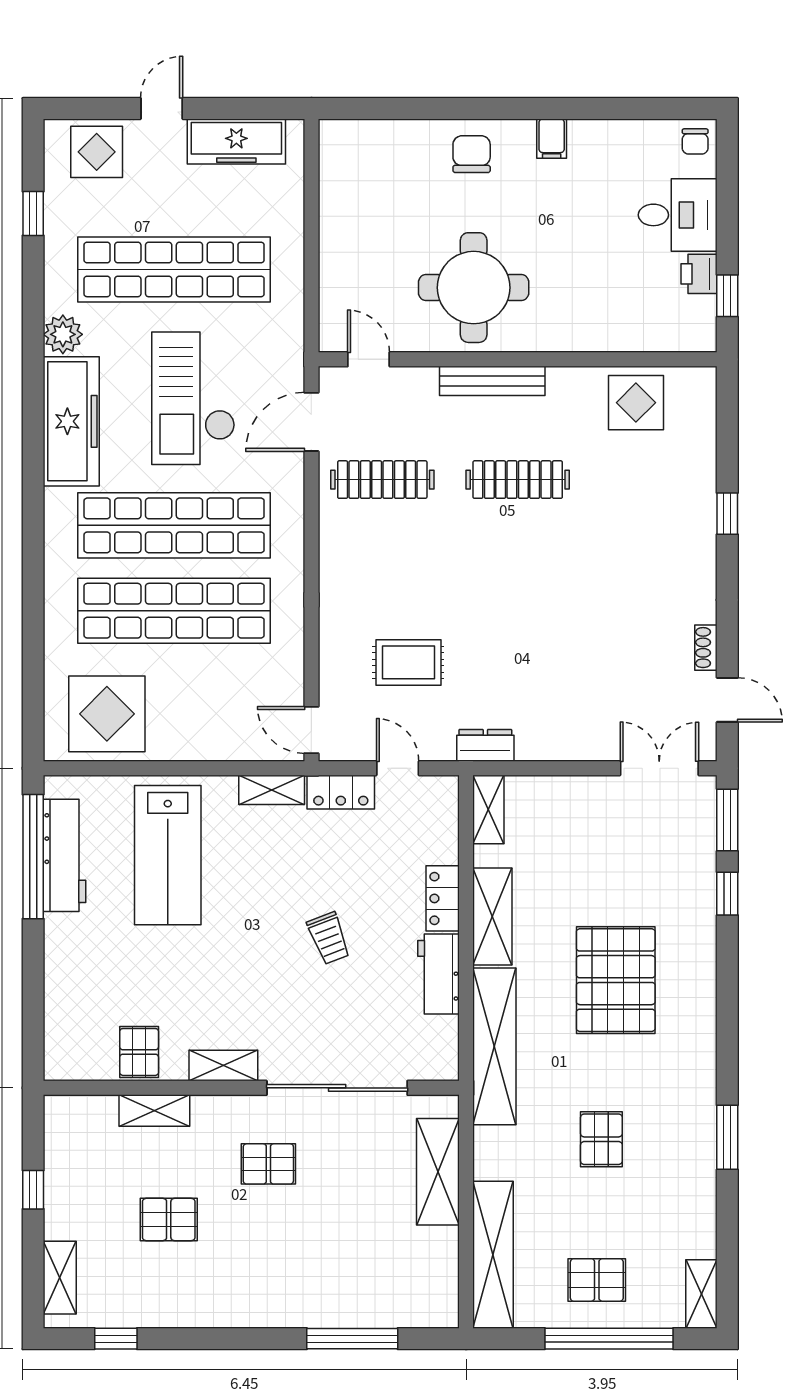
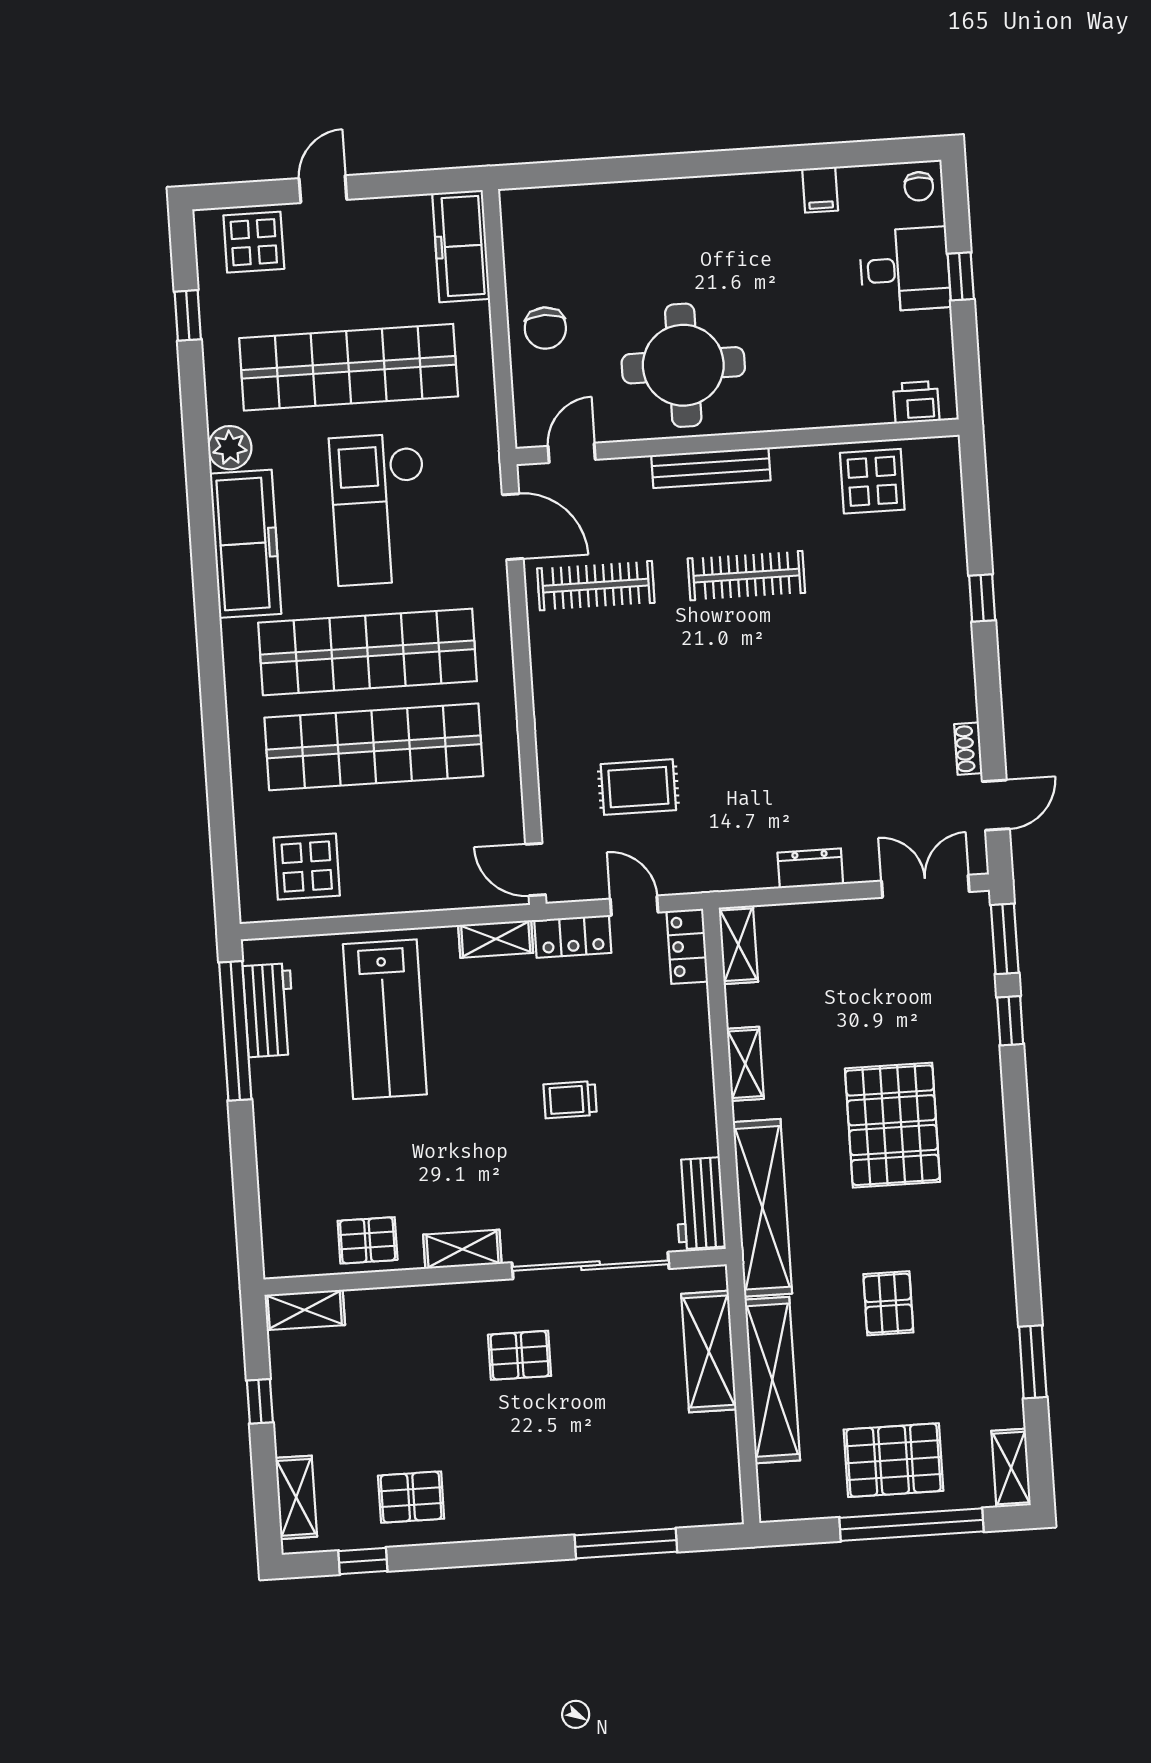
filing cabinet: (552, 139) -> (820, 190), moved
freezer: (236, 142) -> (461, 246), moved, turned 90
chair: (472, 154) -> (545, 328), moved, turned 180
printer: (699, 274) -> (916, 402), moved, turned 90
window: (727, 296) -> (961, 276), moved
door: (369, 359) -> (572, 453), hinge flipped
door: (311, 422) -> (513, 527), swing flipped
door: (727, 700) -> (996, 805), hinge flipped
display table: (107, 714) -> (307, 867), width x0.73, depth x0.73
dresser: (485, 745) -> (810, 868), moved
workbench: (65, 855) -> (269, 1010), width x0.73
locker: (443, 898) -> (687, 946), moved
shelving: (492, 916) -> (745, 1064), width x0.67, depth x0.75
trolley: (329, 938) -> (570, 1100), turned 111
workbench: (439, 974) -> (700, 1203), moved
pallet: (139, 1052) -> (368, 1240), turned 90
shelving: (154, 1111) -> (305, 1310), moved
window: (727, 1137) -> (1033, 1362), moved
pallet: (169, 1220) -> (411, 1497), moved
shelving: (493, 1255) -> (772, 1380), moved
pallet: (597, 1280) -> (894, 1460), width x1.50, depth x1.42

